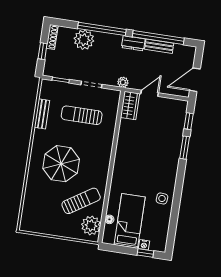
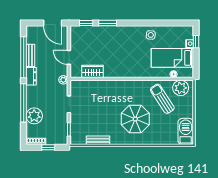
wardrobe: (130, 105) -> (93, 71), moved
sun lounger: (82, 115) -> (94, 109), removed
barbecue: (36, 224) -> (186, 131), added

